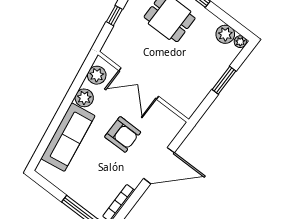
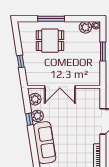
window: (71, 94) -> (29, 119), added
armchair: (123, 134) -> (72, 120), removed

